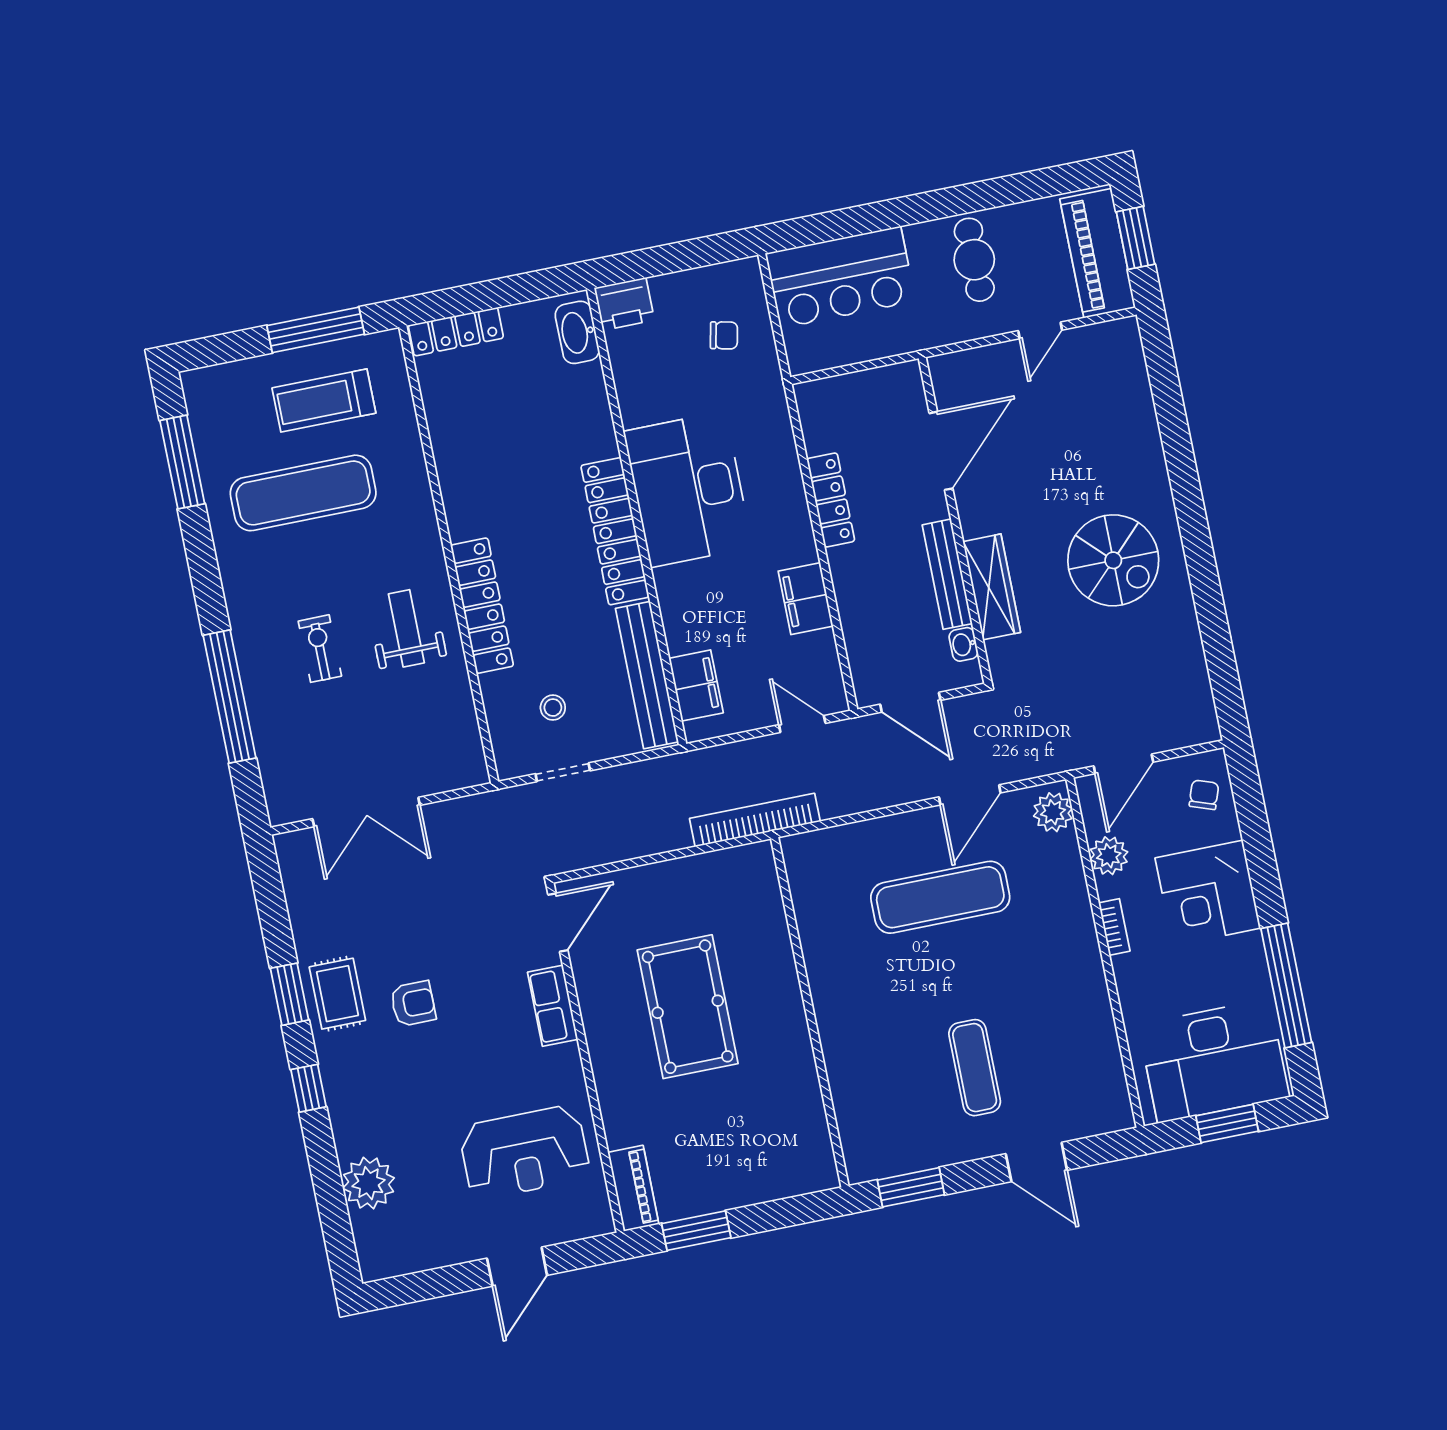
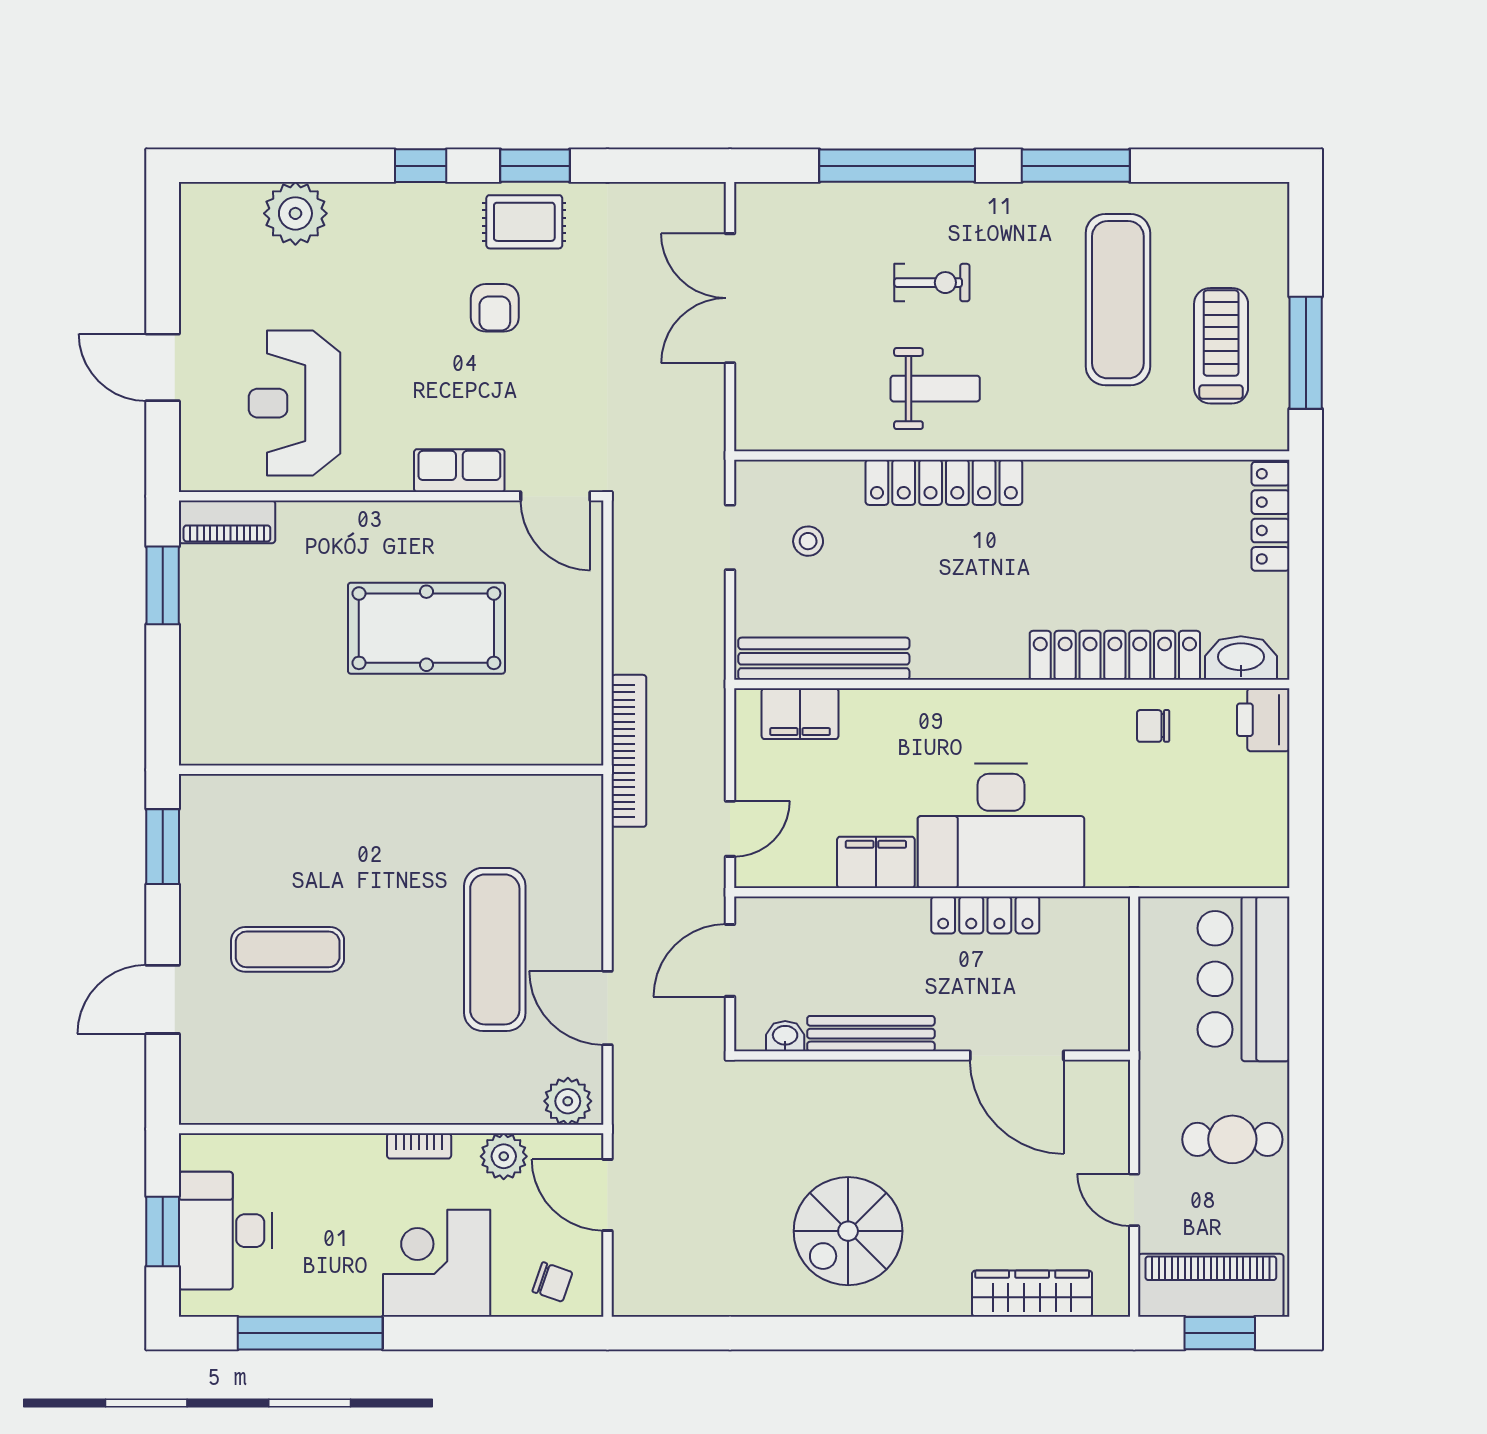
chair: (724, 335) -> (1153, 726), moved, turned 78
window: (182, 462) -> (1076, 166), moved
desk: (688, 489) -> (1001, 826), moved, turned 180
locker: (615, 531) -> (1115, 655), moved
wardrobe: (992, 587) -> (1032, 1294), moved, turned 180
desk: (1214, 1061) -> (225, 1231), width x0.73, depth x0.77

